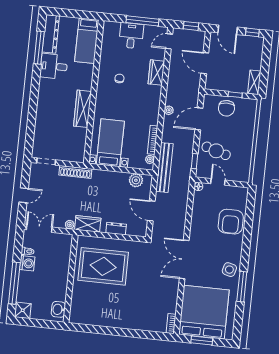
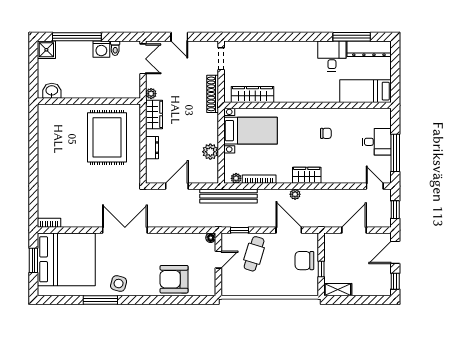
wardrobe: (156, 72) -> (307, 175), moved
wardrobe: (83, 109) -> (252, 94), moved
plant: (136, 180) -> (210, 152), moved

